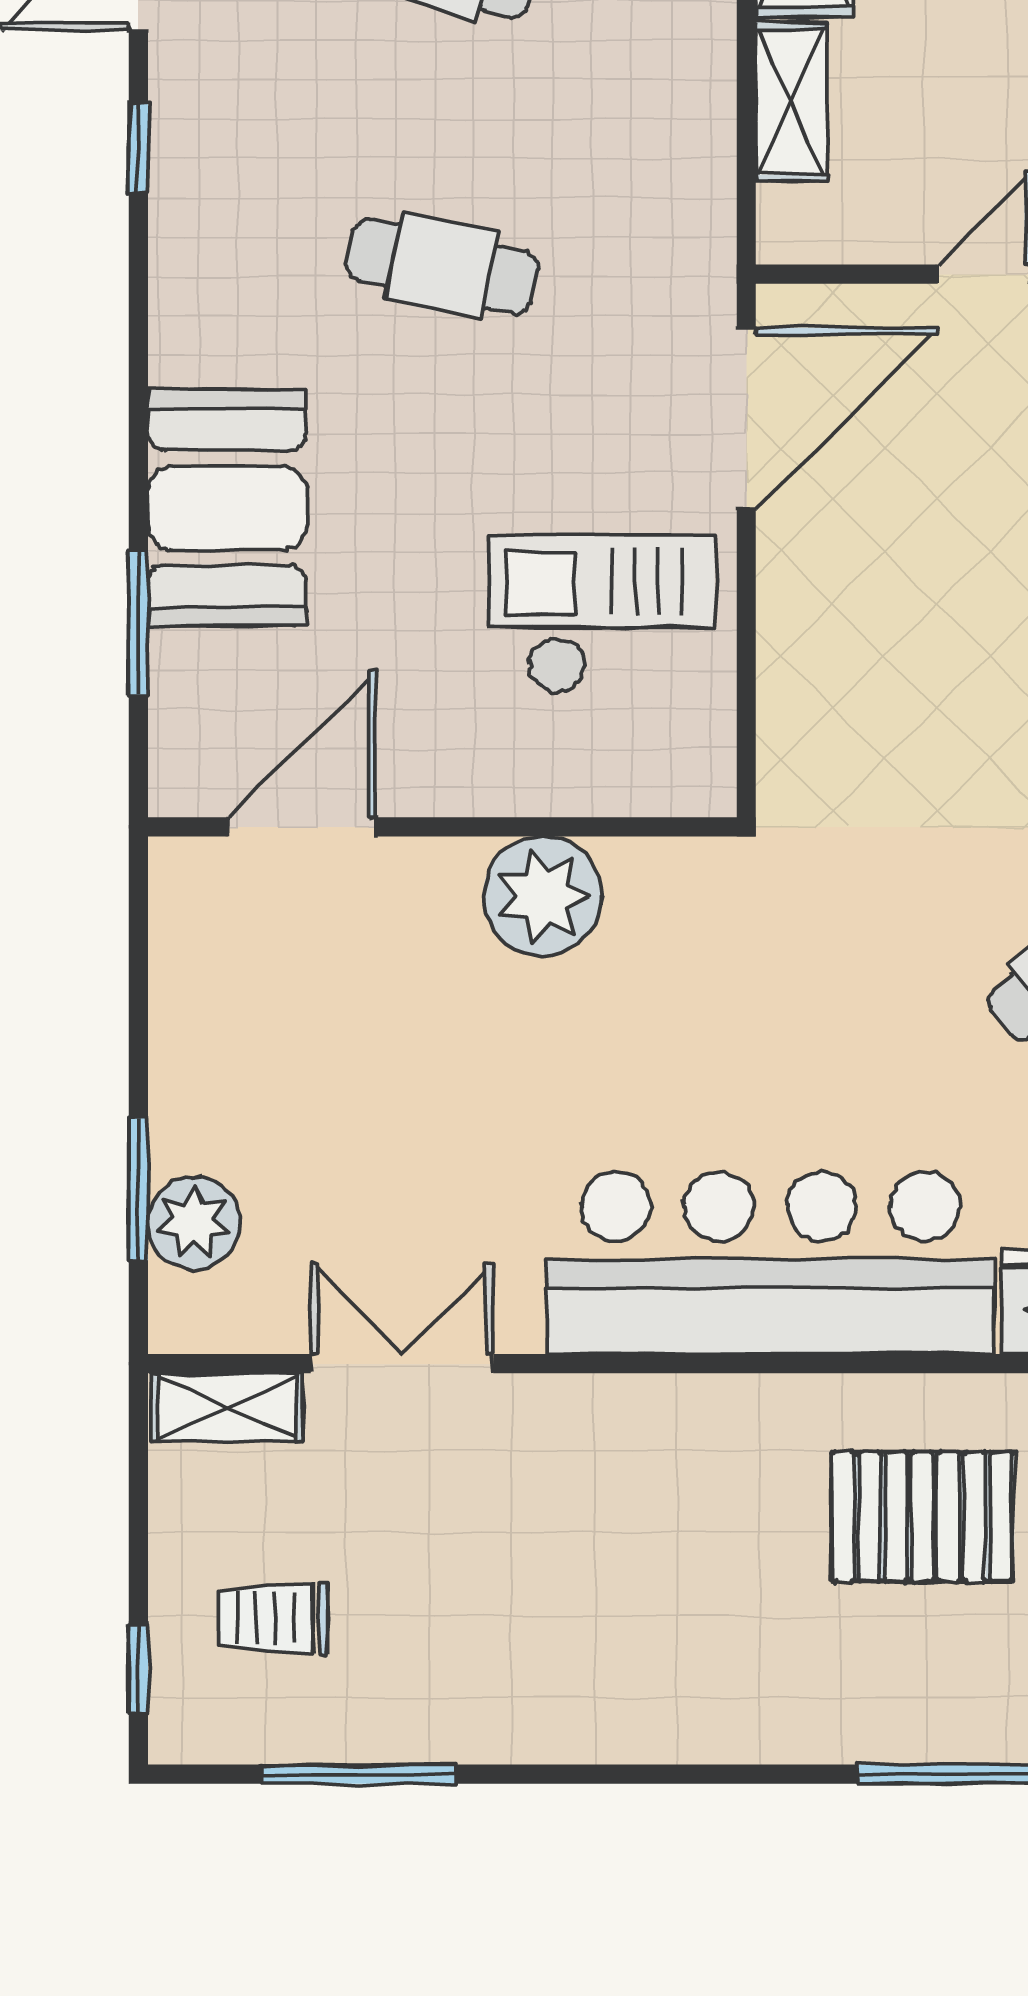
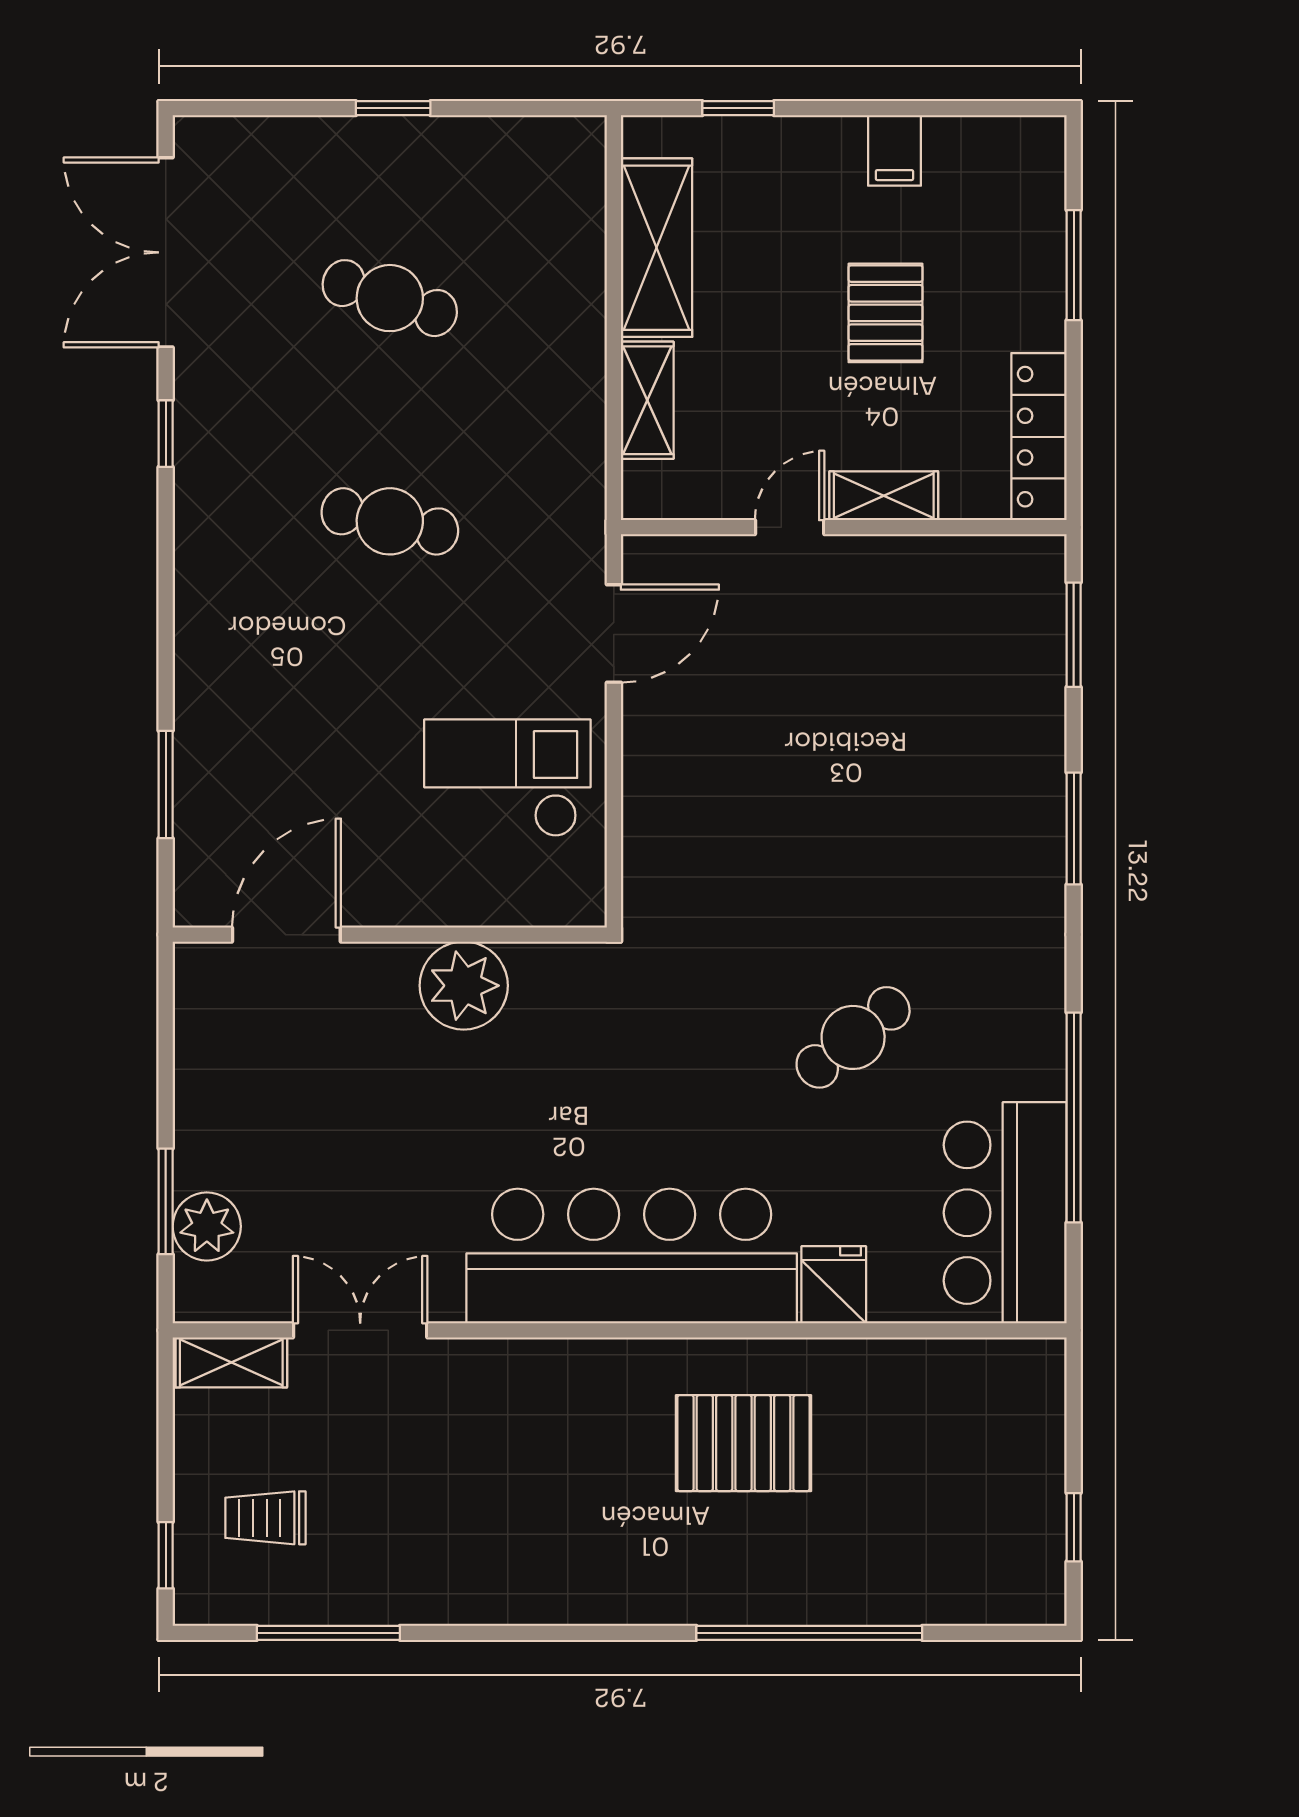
door: (746, 418) -> (614, 634), width x0.73
booth: (227, 508) -> (231, 699), removed

